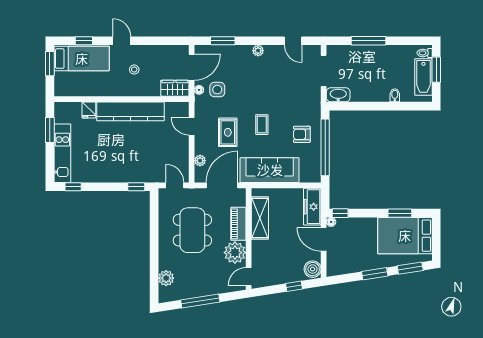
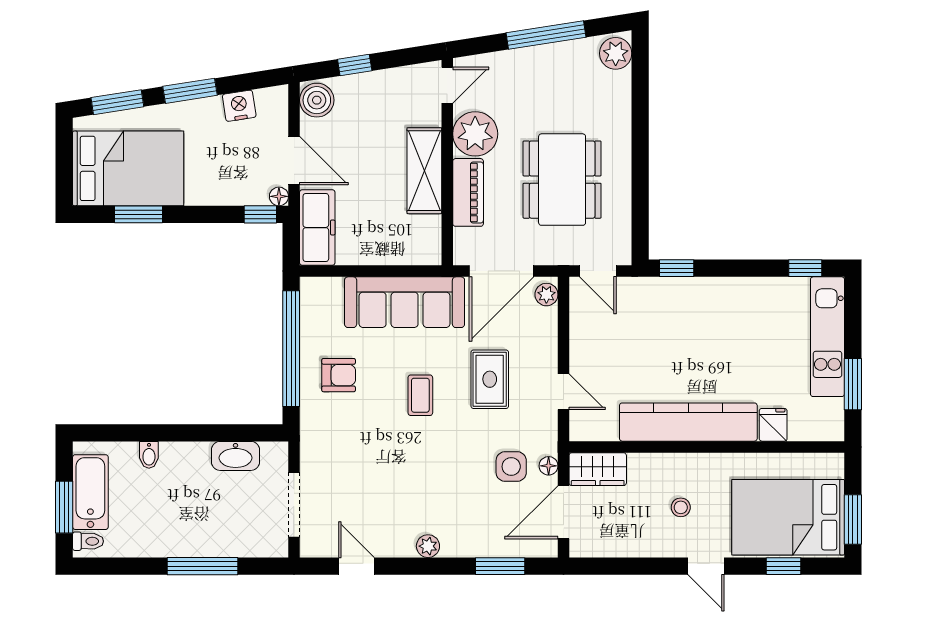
bed: (82, 59) -> (788, 517), width x1.50
washbasin: (338, 95) -> (236, 456), moved
plant: (200, 161) -> (546, 295), moved
shelving: (260, 218) -> (424, 171), moved
nightstand: (351, 266) -> (239, 106), added
plant: (166, 278) -> (616, 53), moved

